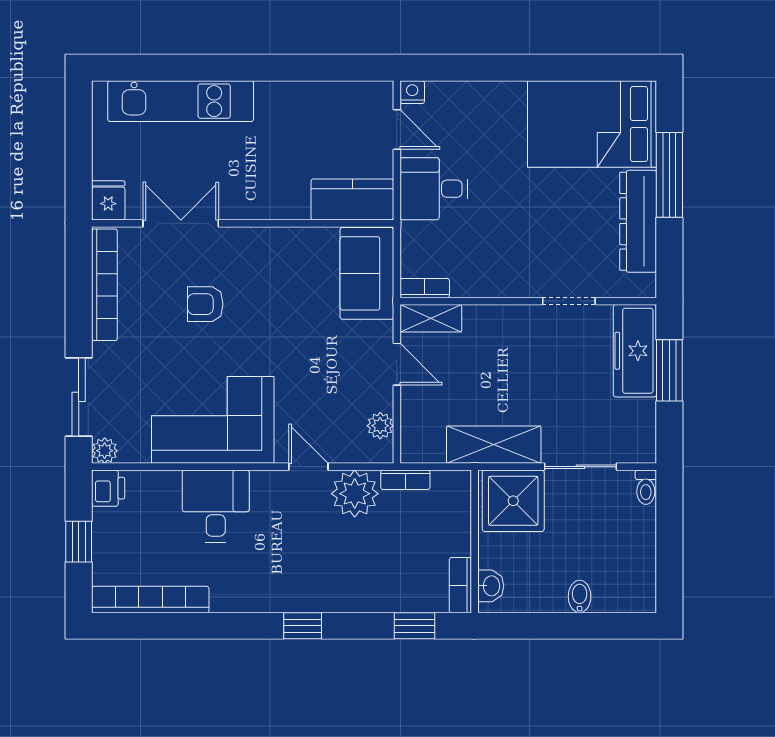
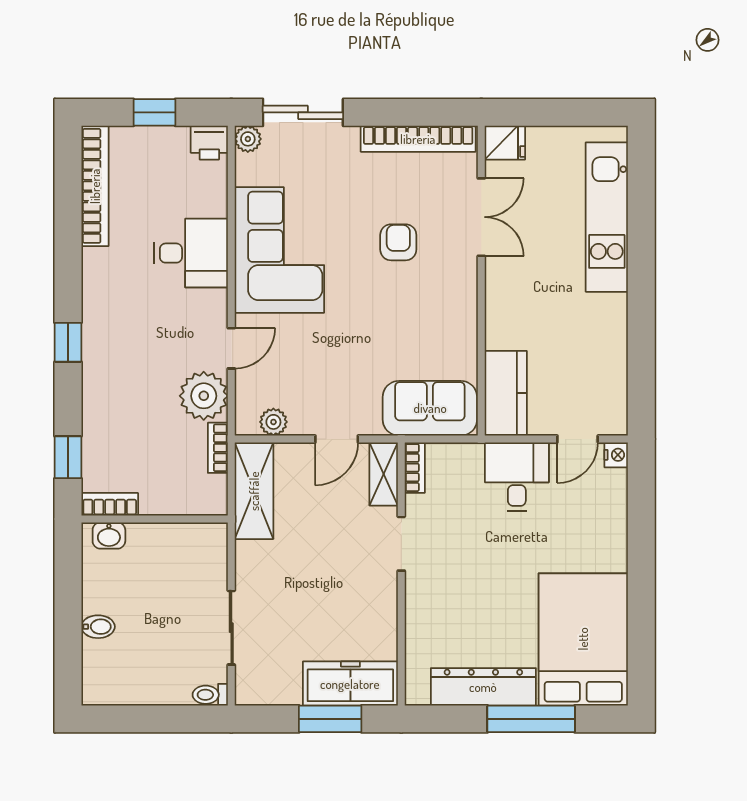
doorway: (569, 301) -> (401, 544), moved
shelving: (494, 445) -> (254, 491), moved
shower: (513, 501) -> (196, 559), removed

